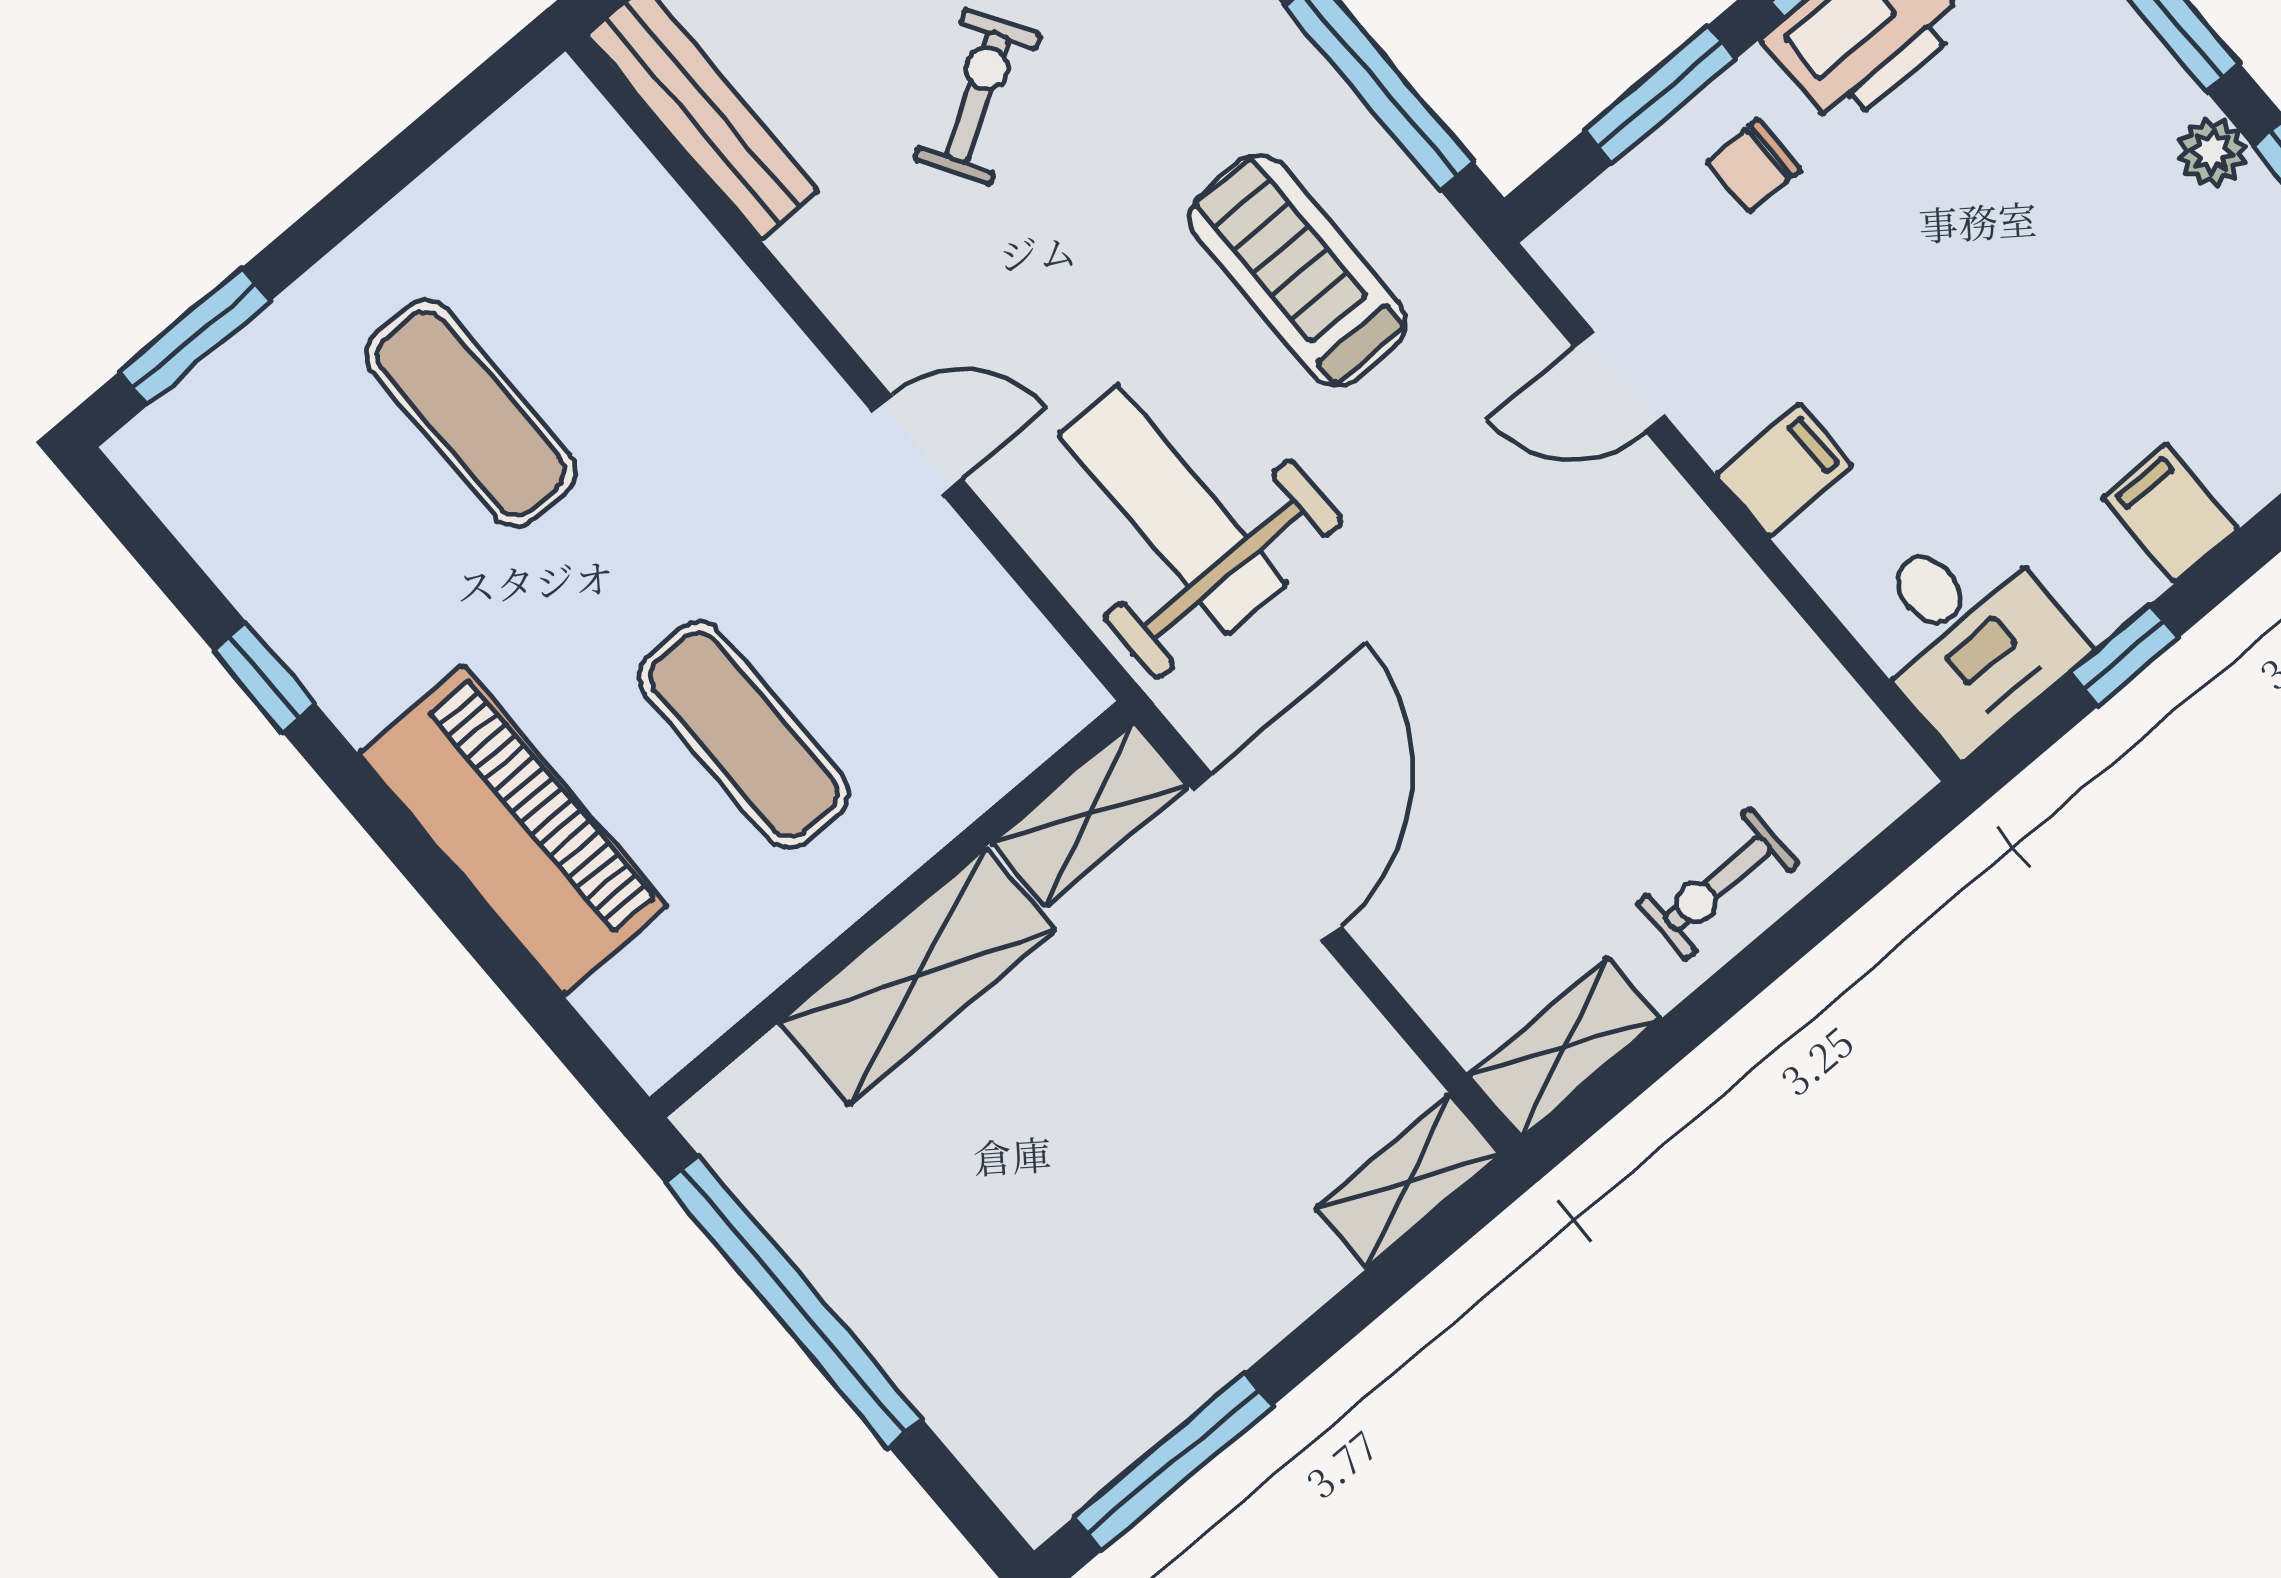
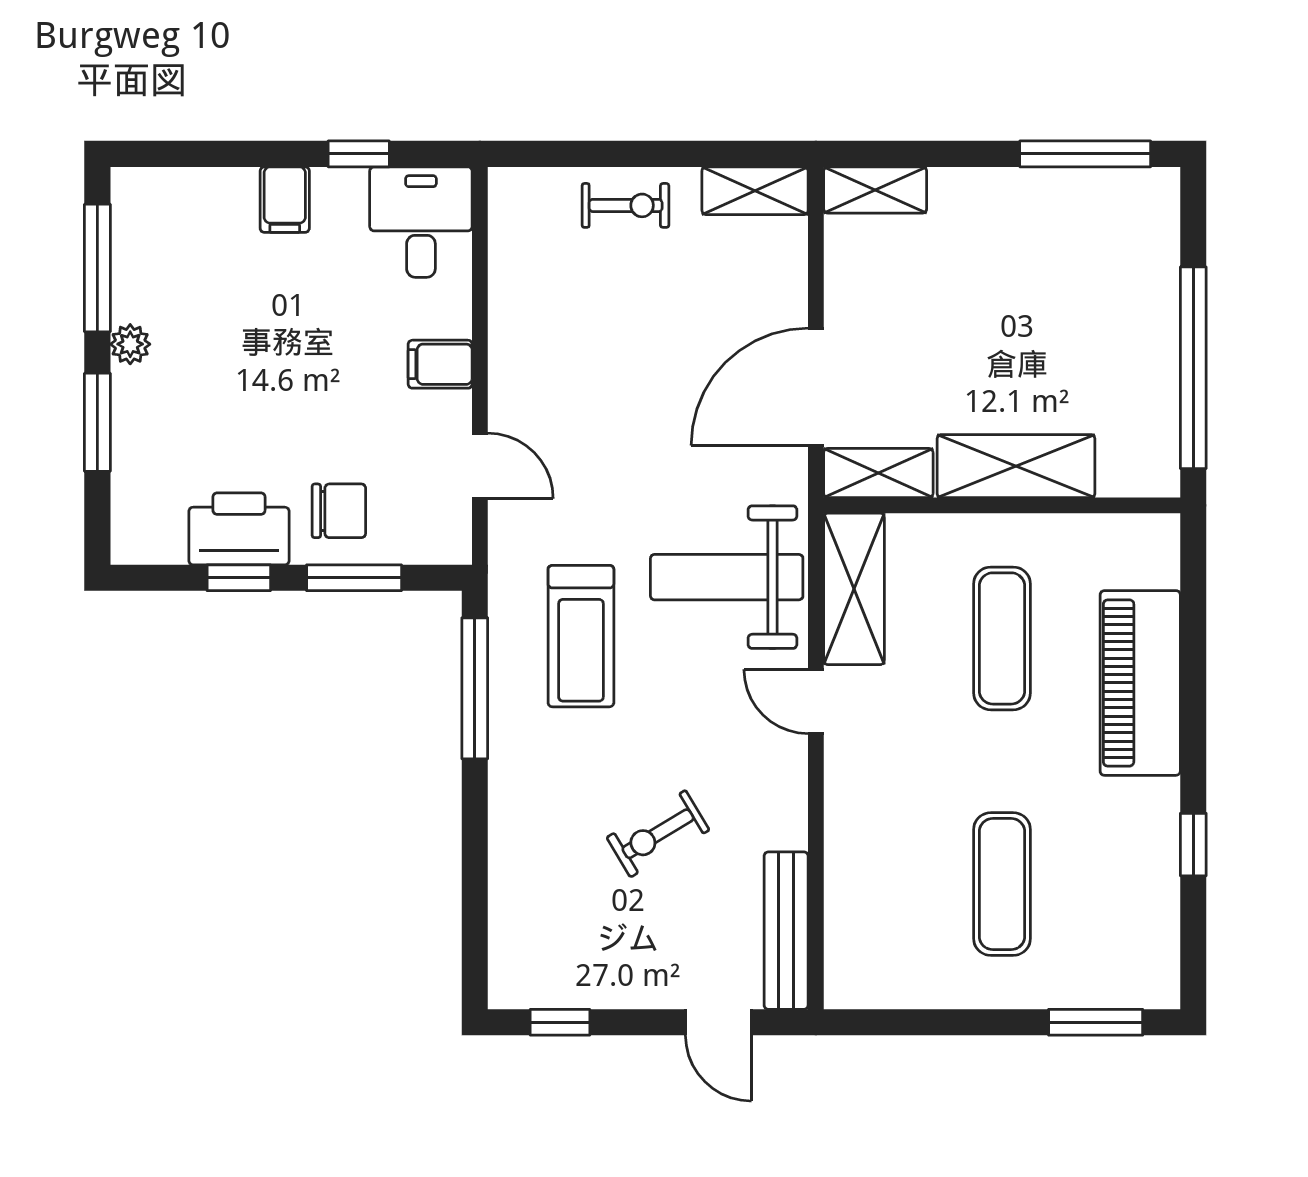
chair: (1754, 165) -> (339, 511), width x1.37, depth x1.37
weight bench: (1172, 509) -> (727, 577), turned 90
shelving: (993, 635) -> (854, 589), added

